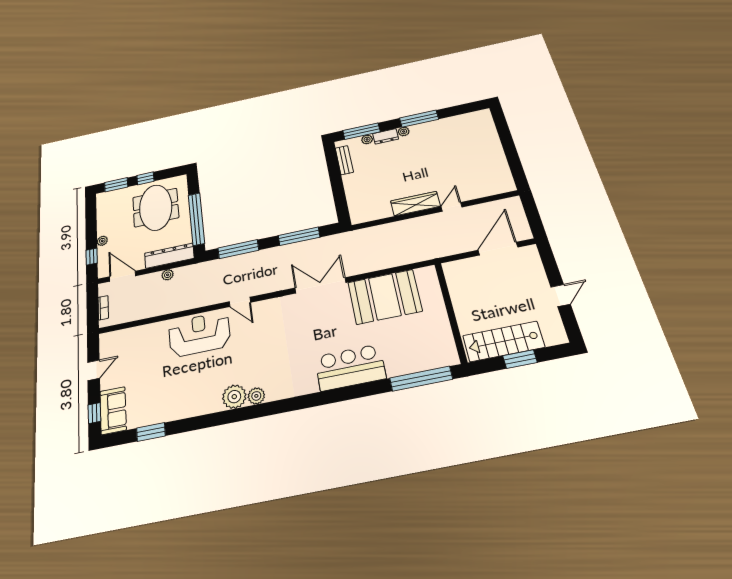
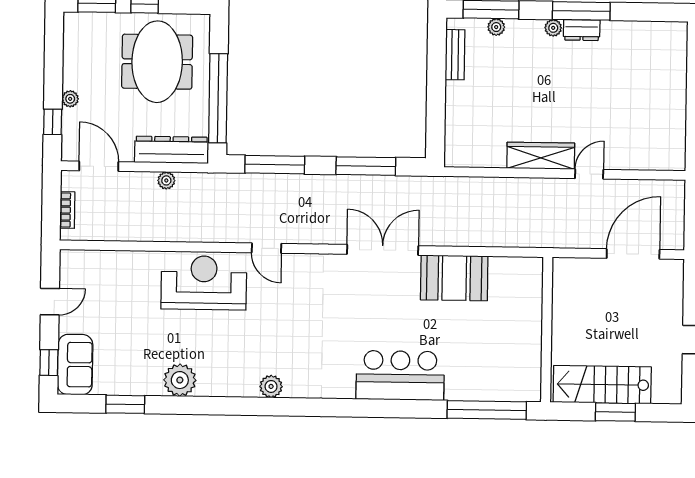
dresser: (386, 136) -> (582, 30), moved
booth: (385, 297) -> (454, 278), width x0.73, depth x0.70
plant: (234, 397) -> (180, 380), moved

